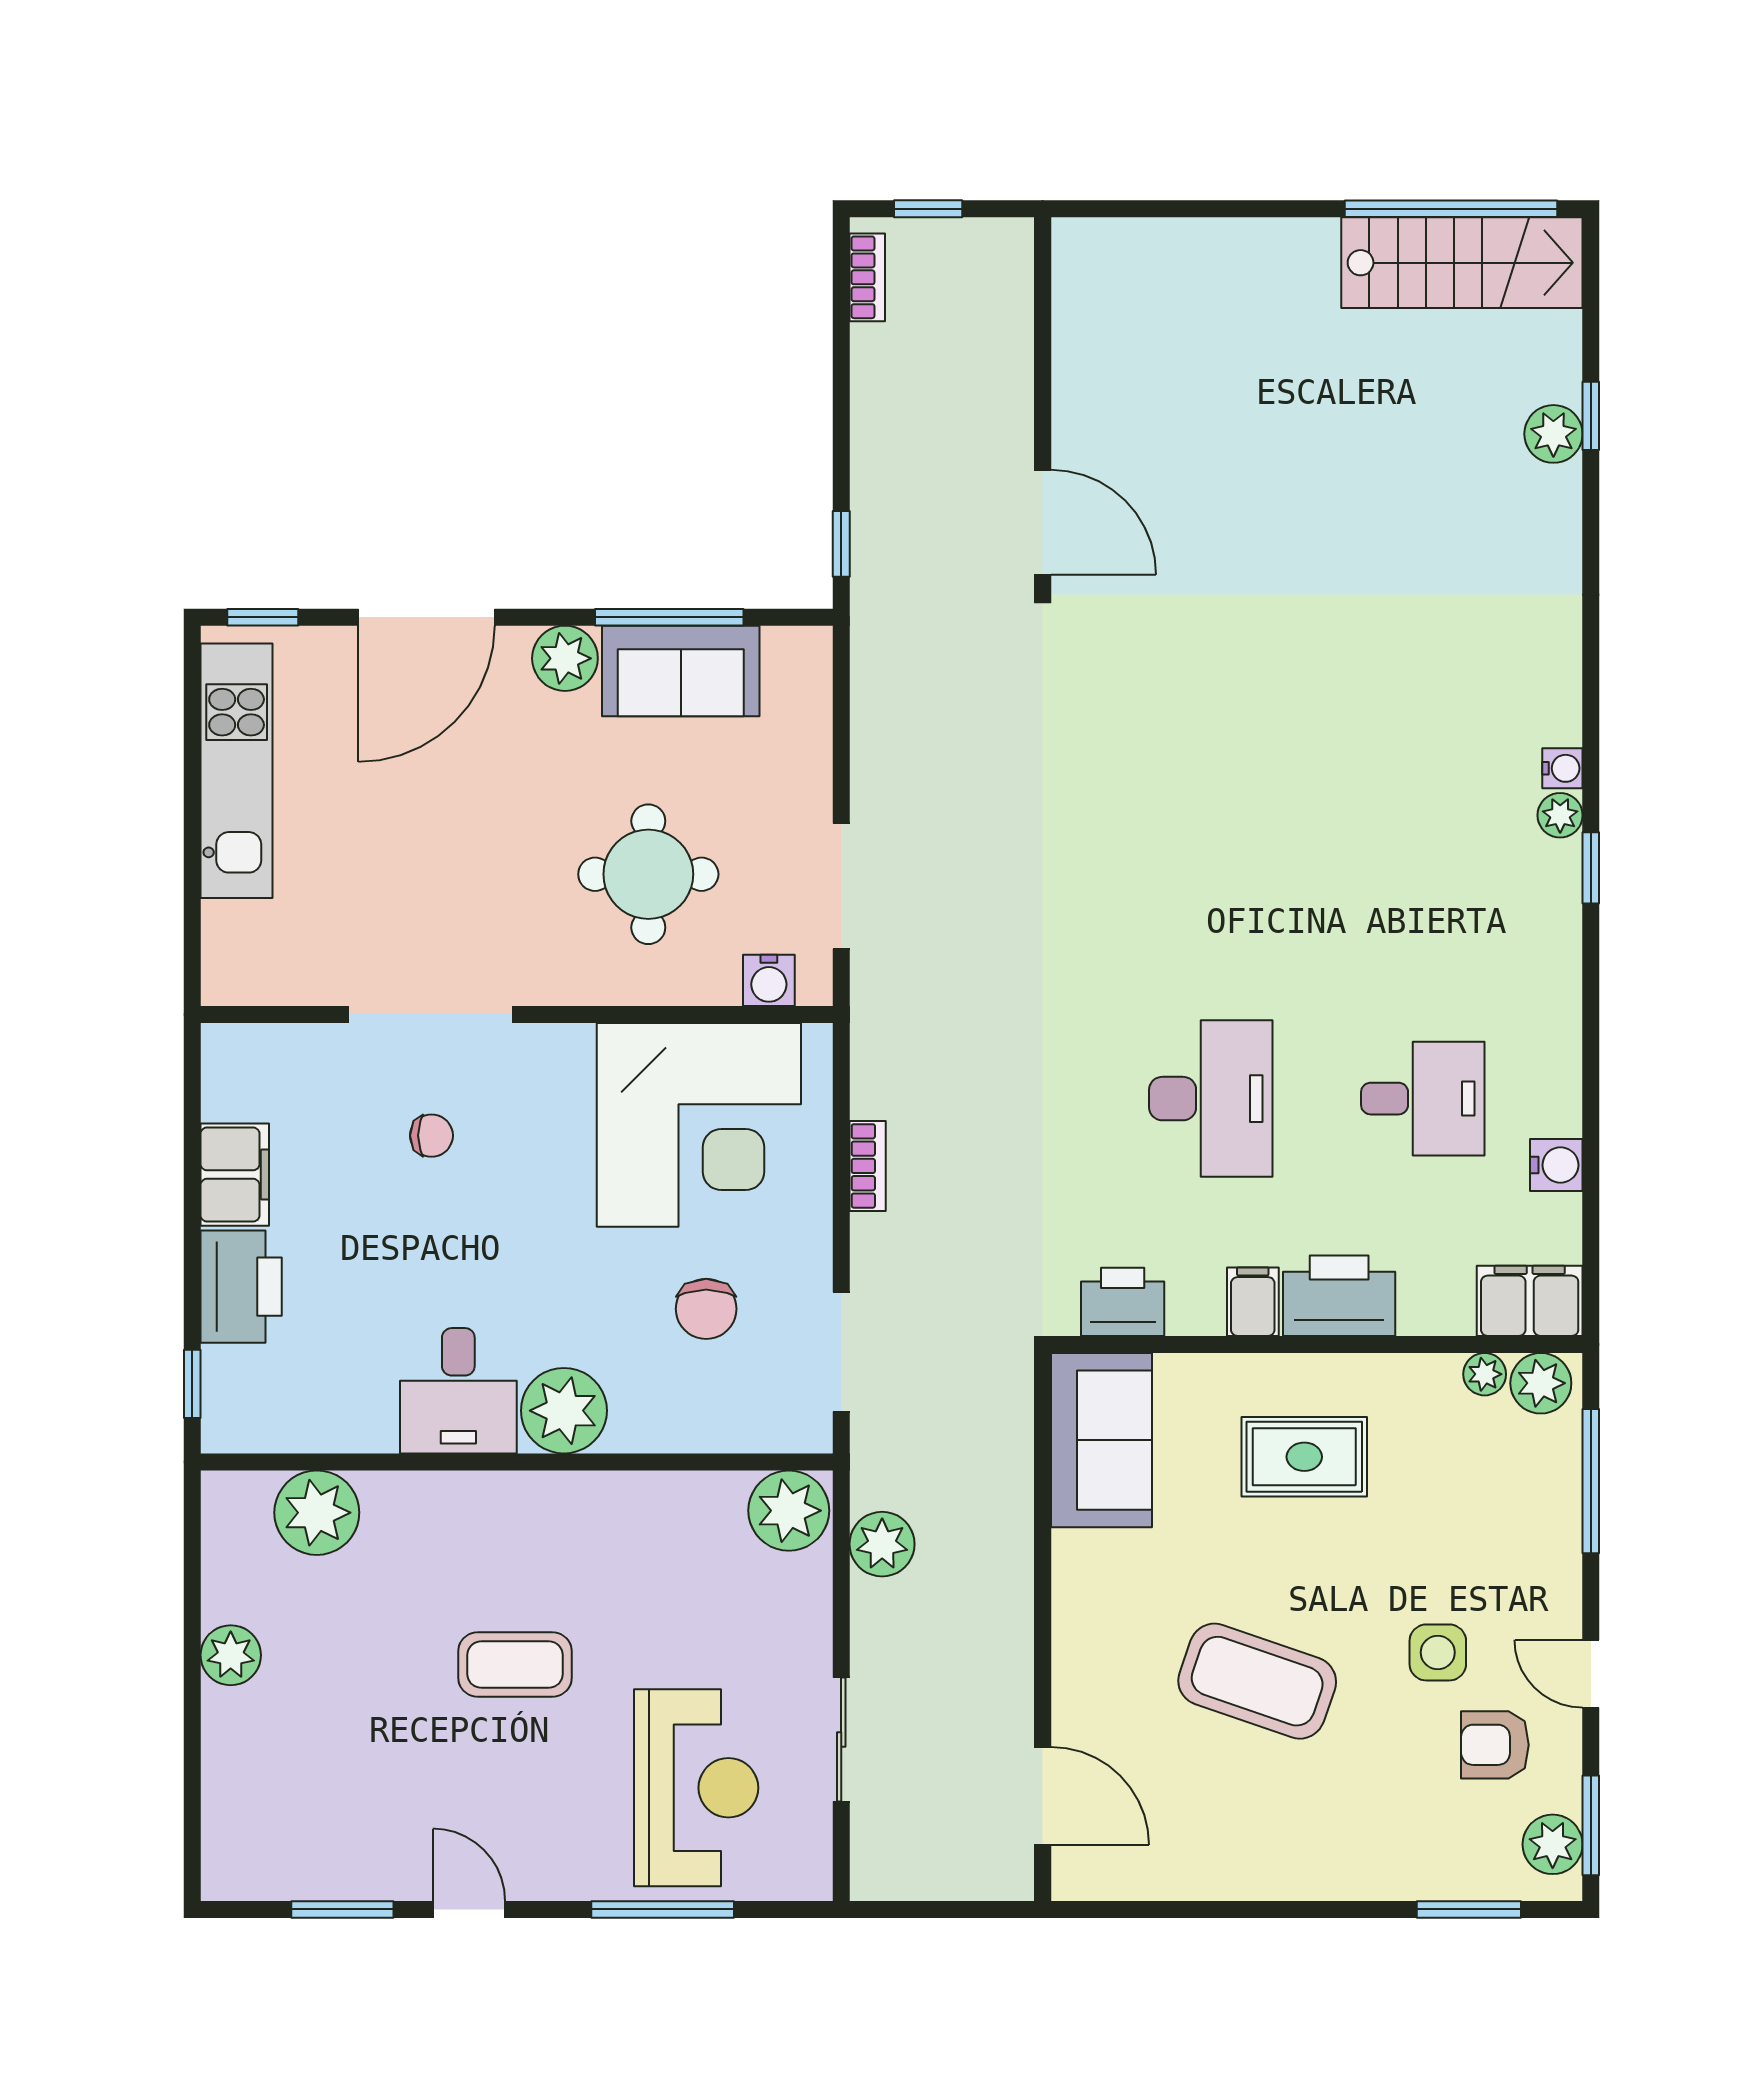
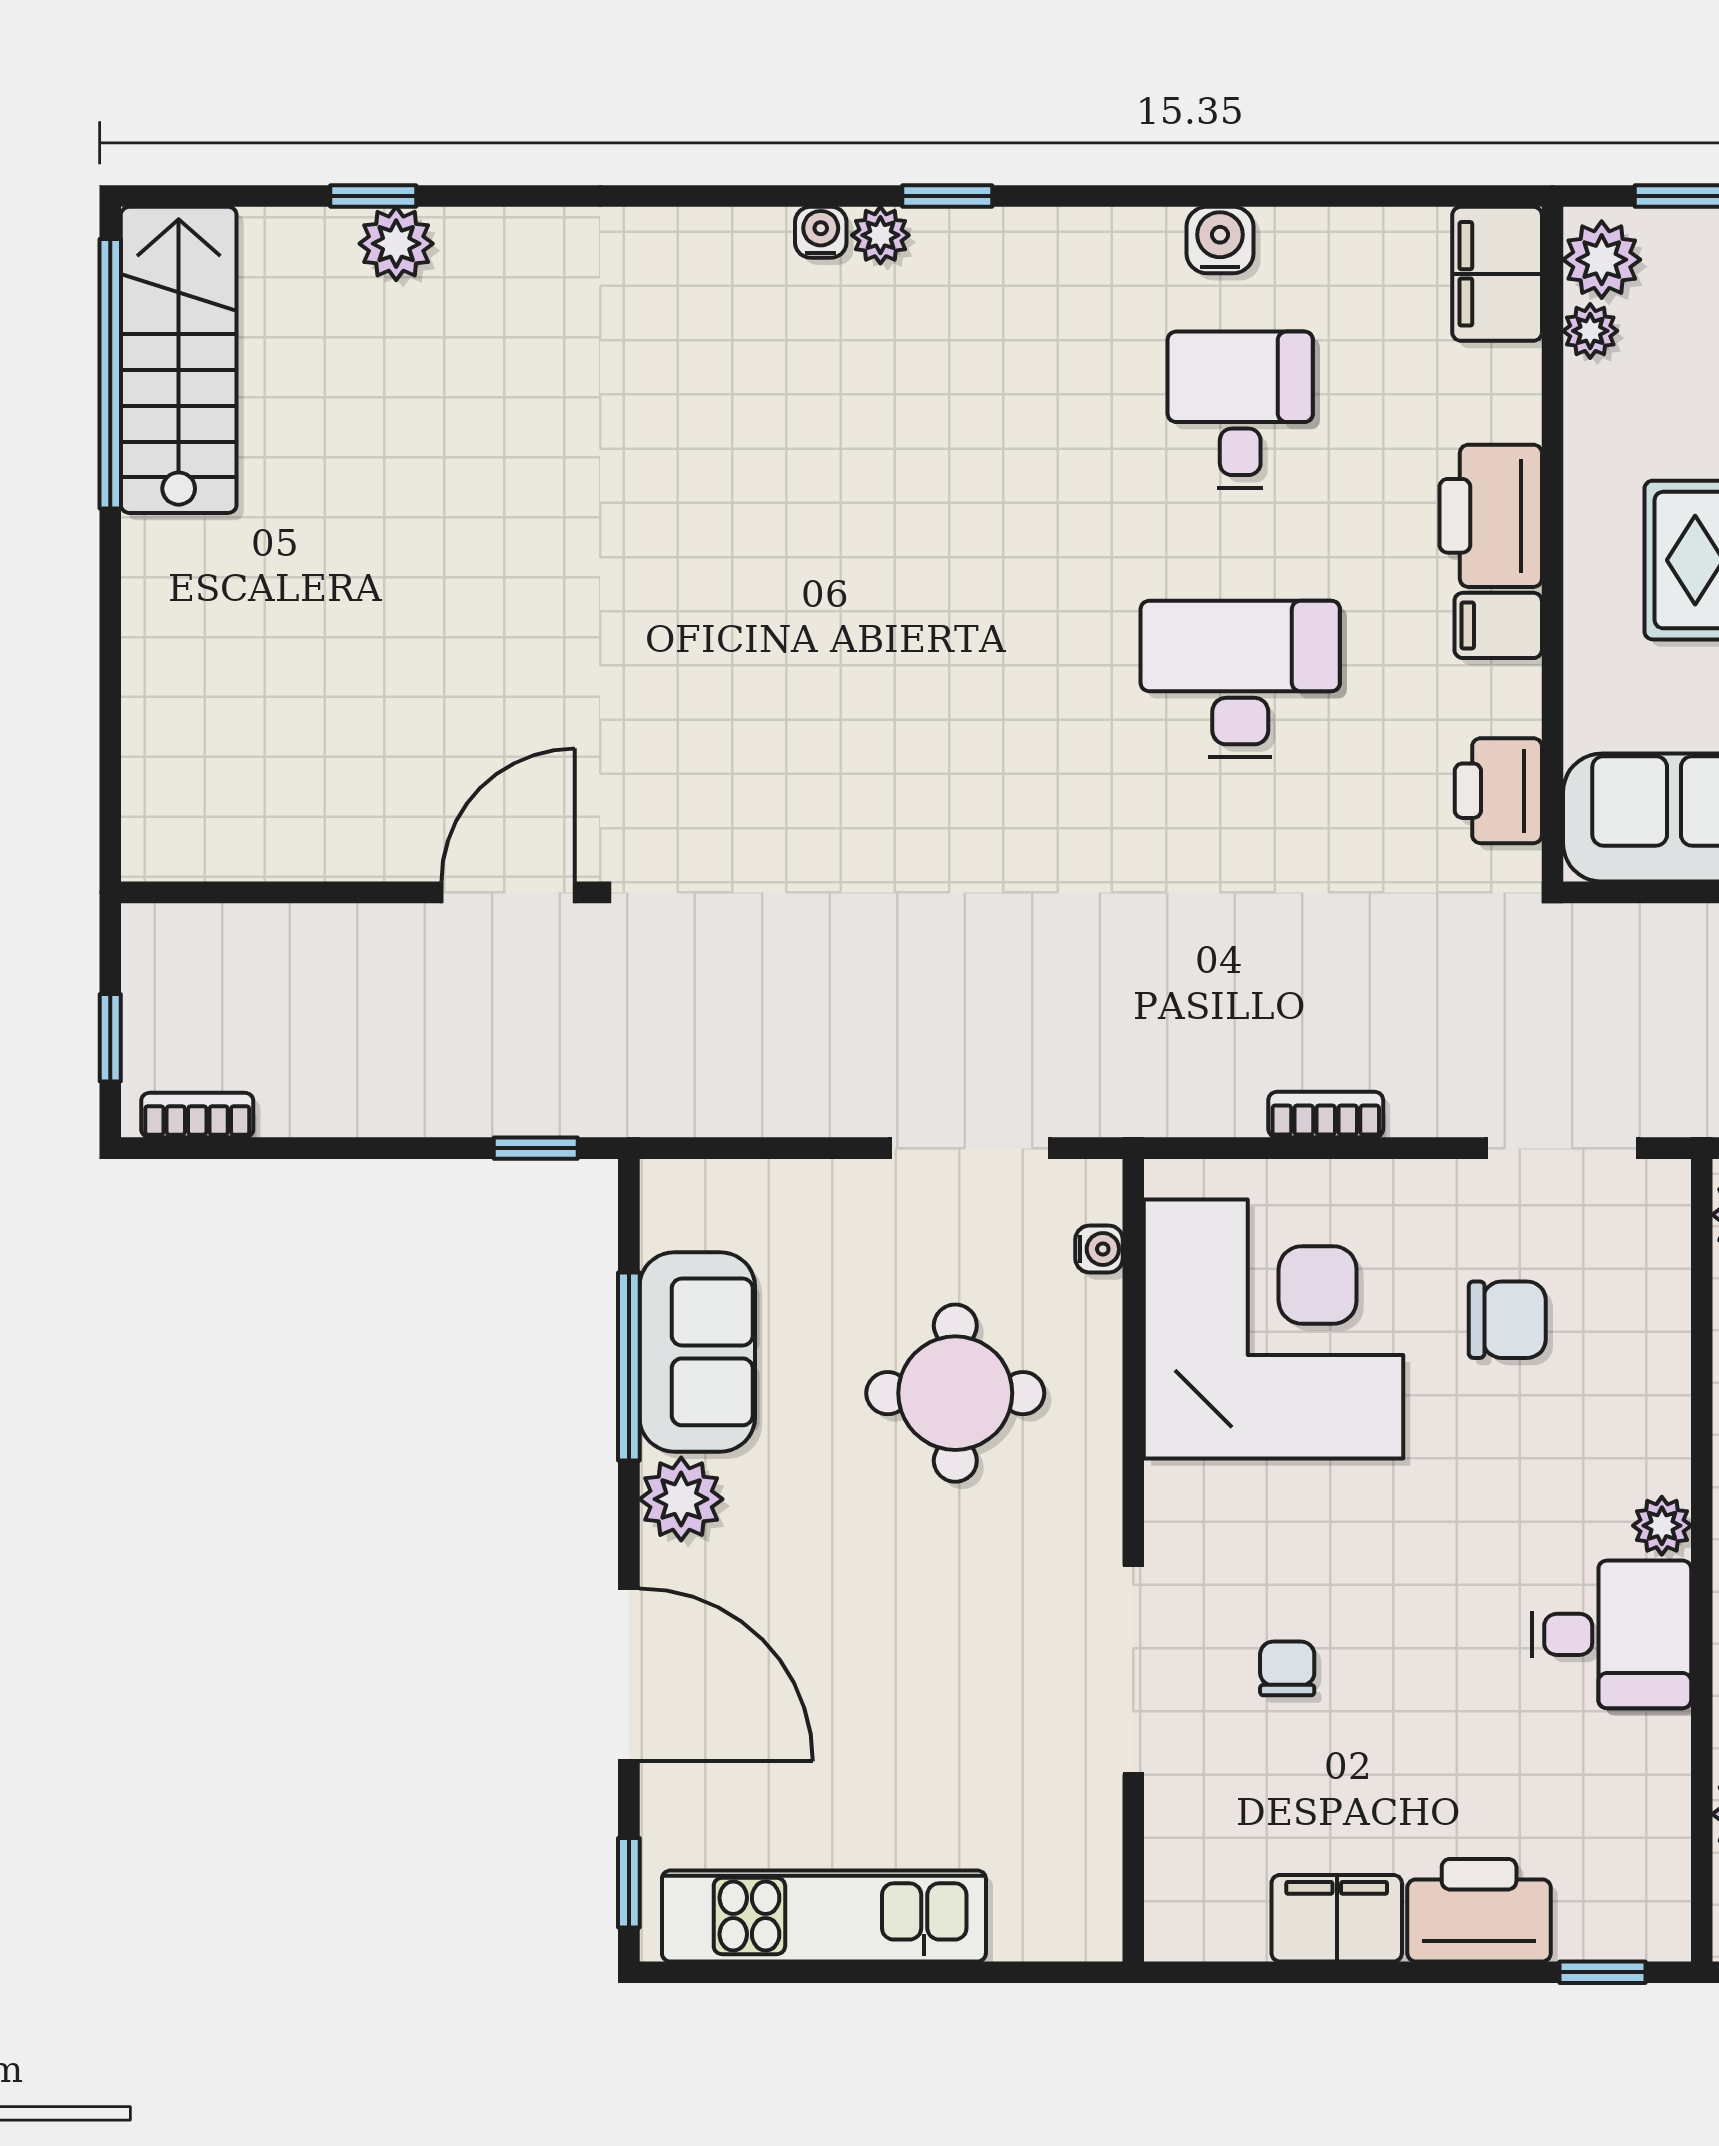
water cooler: (769, 980) -> (1099, 1249), width x0.72, depth x0.72
water cooler: (1556, 1165) -> (1220, 240), moved
plant: (564, 1411) -> (1662, 1526), width x0.53, depth x0.53

